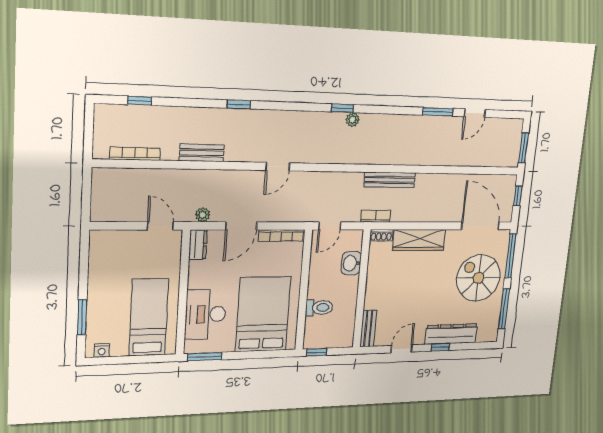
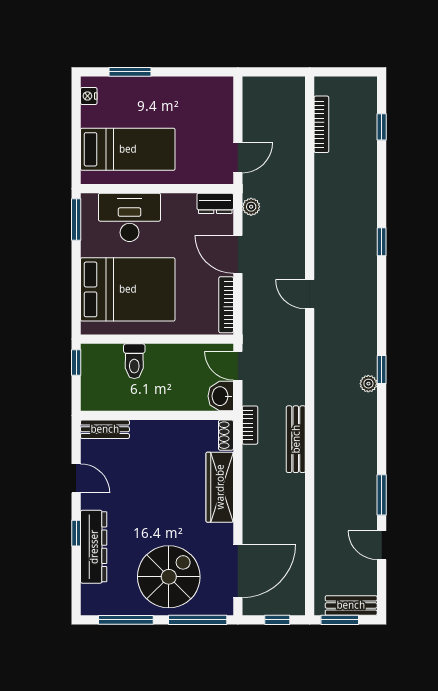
bench: (202, 153) -> (351, 605), moved, turned 90
washbasin: (351, 263) -> (221, 396), moved, turned -90

